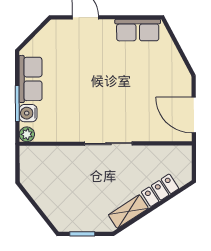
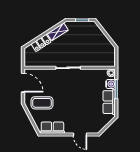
coffee table: (158, 77) -> (42, 103), added

